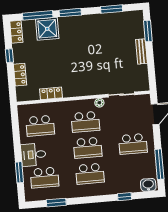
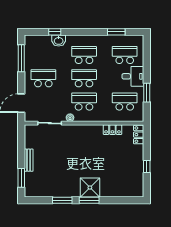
window: (112, 9) -> (62, 200), moved
window: (38, 15) -> (118, 200), removed
shower: (47, 29) -> (90, 188), moved
locker: (16, 32) -> (139, 187), removed
locker: (20, 75) -> (139, 135), moved
window: (19, 172) -> (147, 93), moved
washbasin: (148, 185) -> (59, 41), moved

